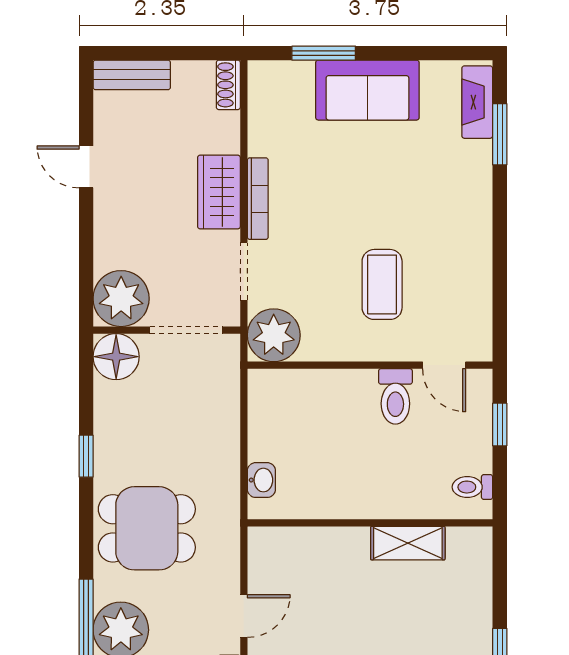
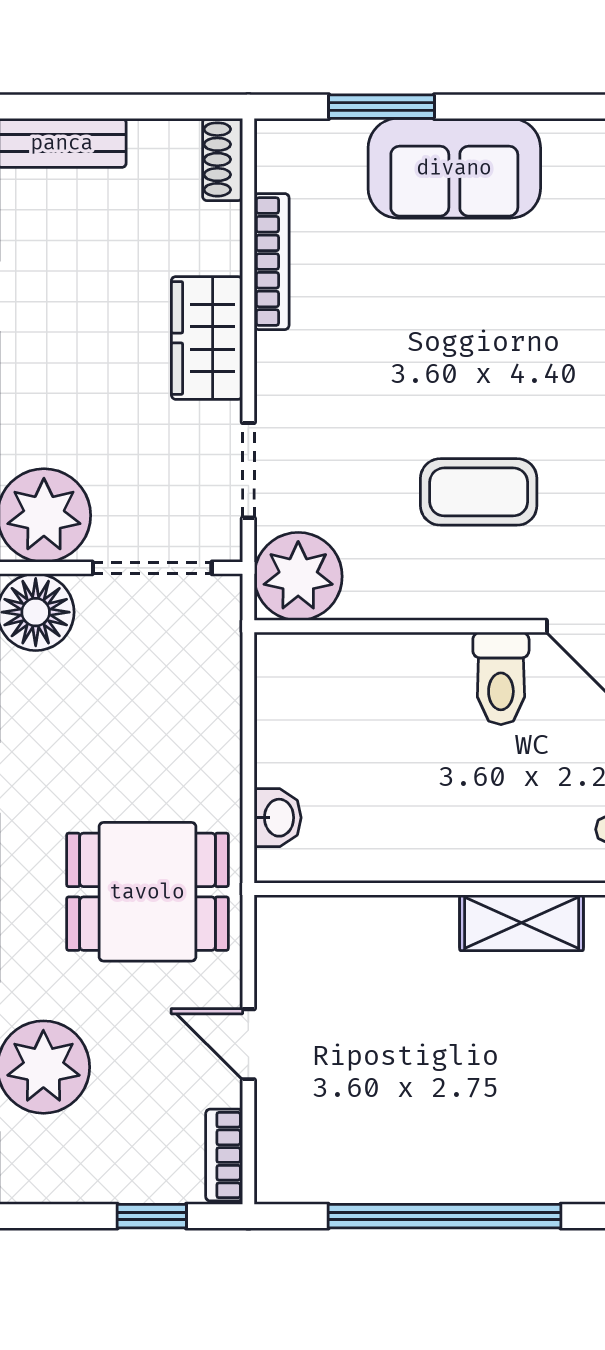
bookcase: (258, 199) -> (272, 262), moved
coffee table: (382, 284) -> (479, 492), turned 90
dining table: (147, 528) -> (147, 892), moved
door: (244, 616) -> (248, 1044), swing flipped

